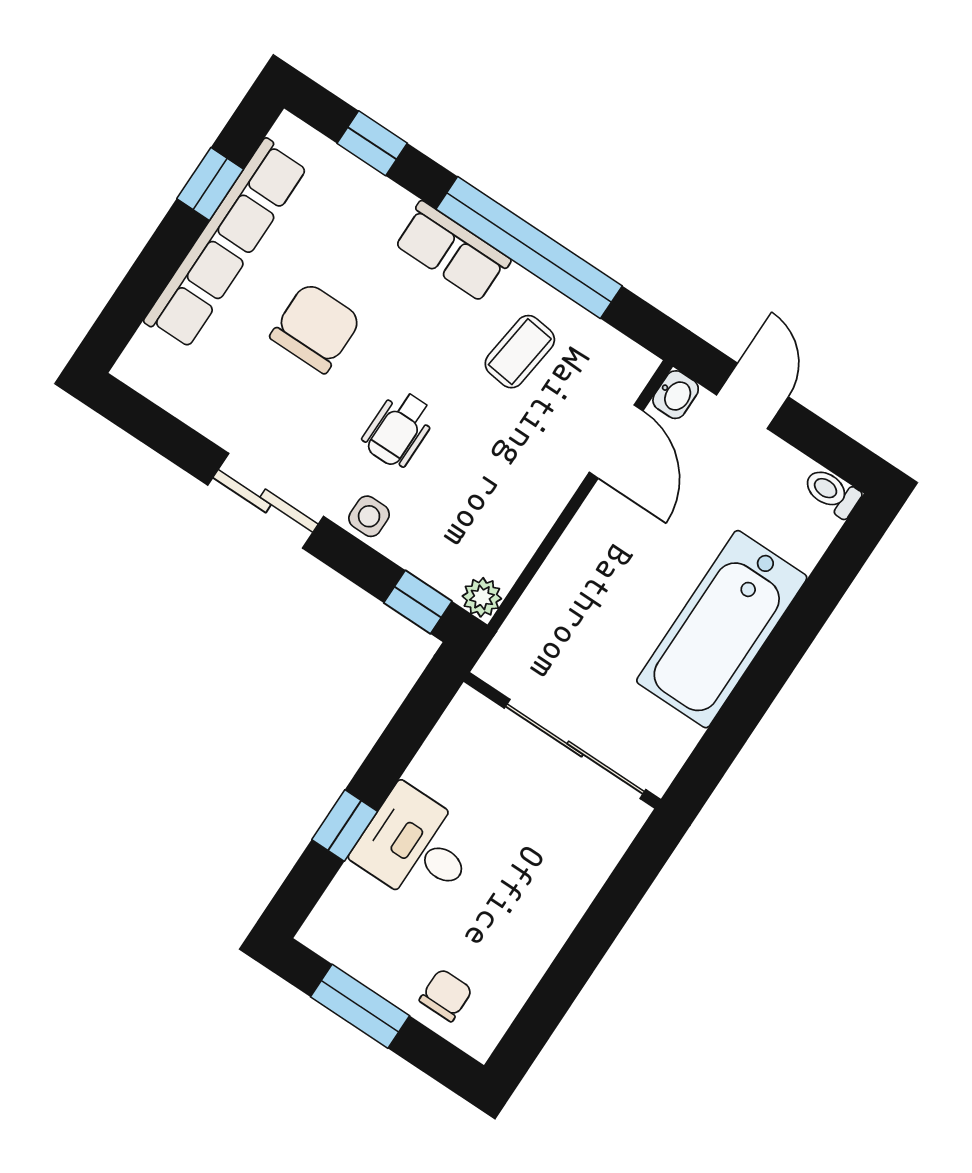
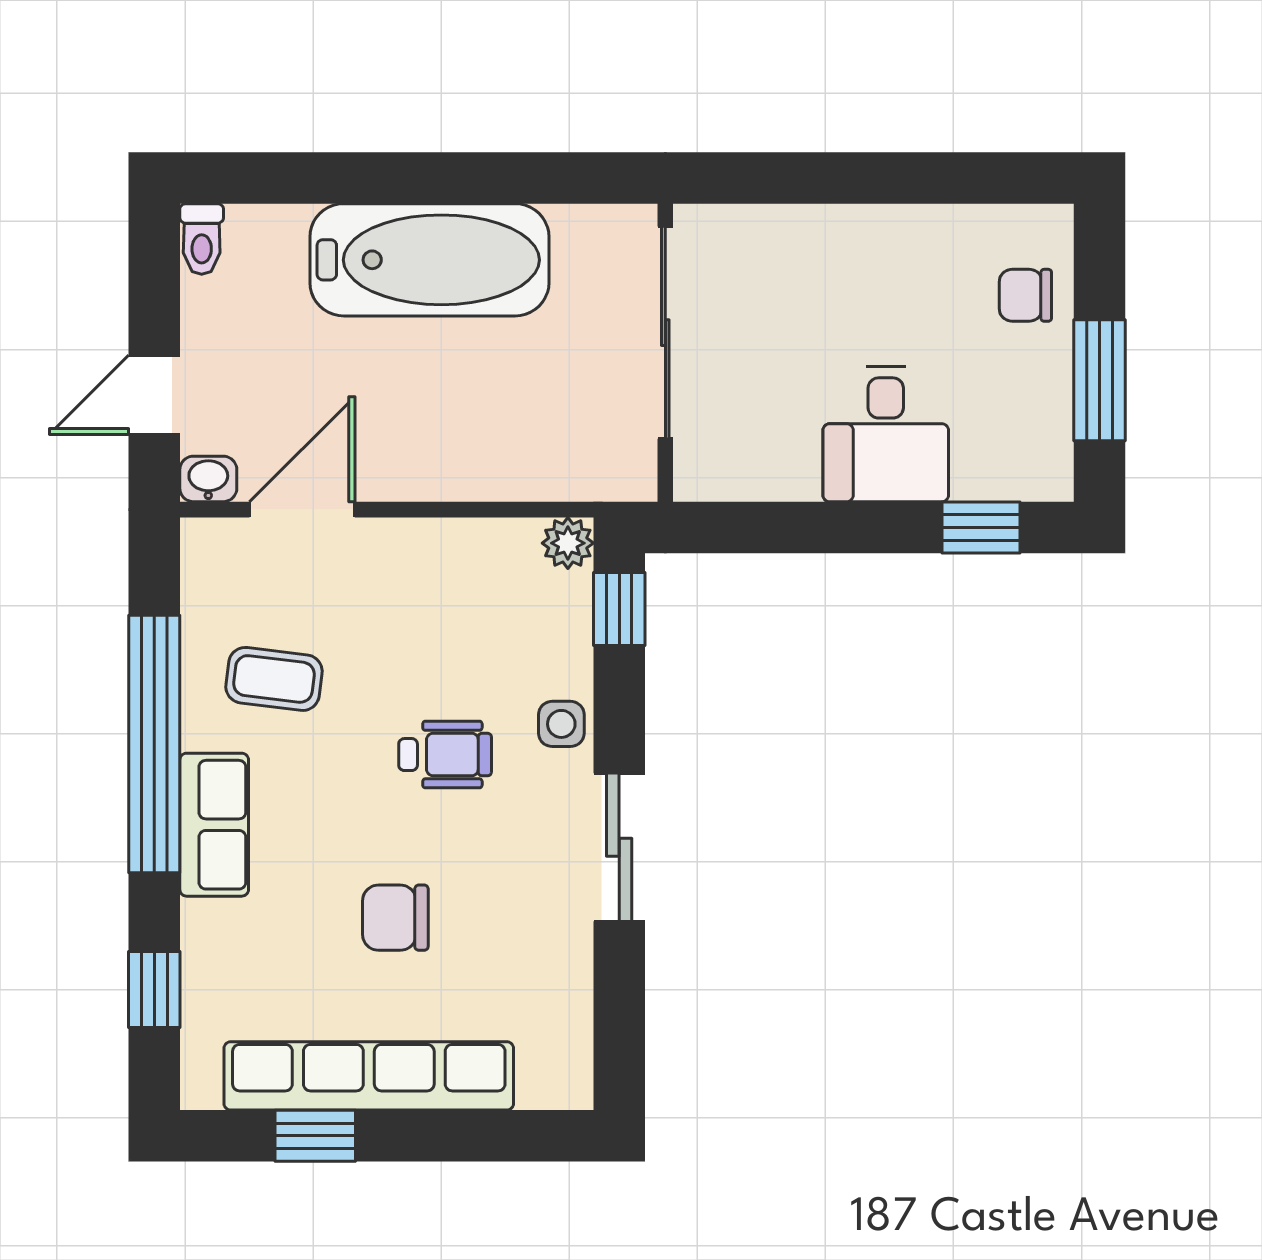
chair: (316, 328) -> (395, 918), width x0.73, depth x0.73
window: (345, 825) -> (981, 528), moved

